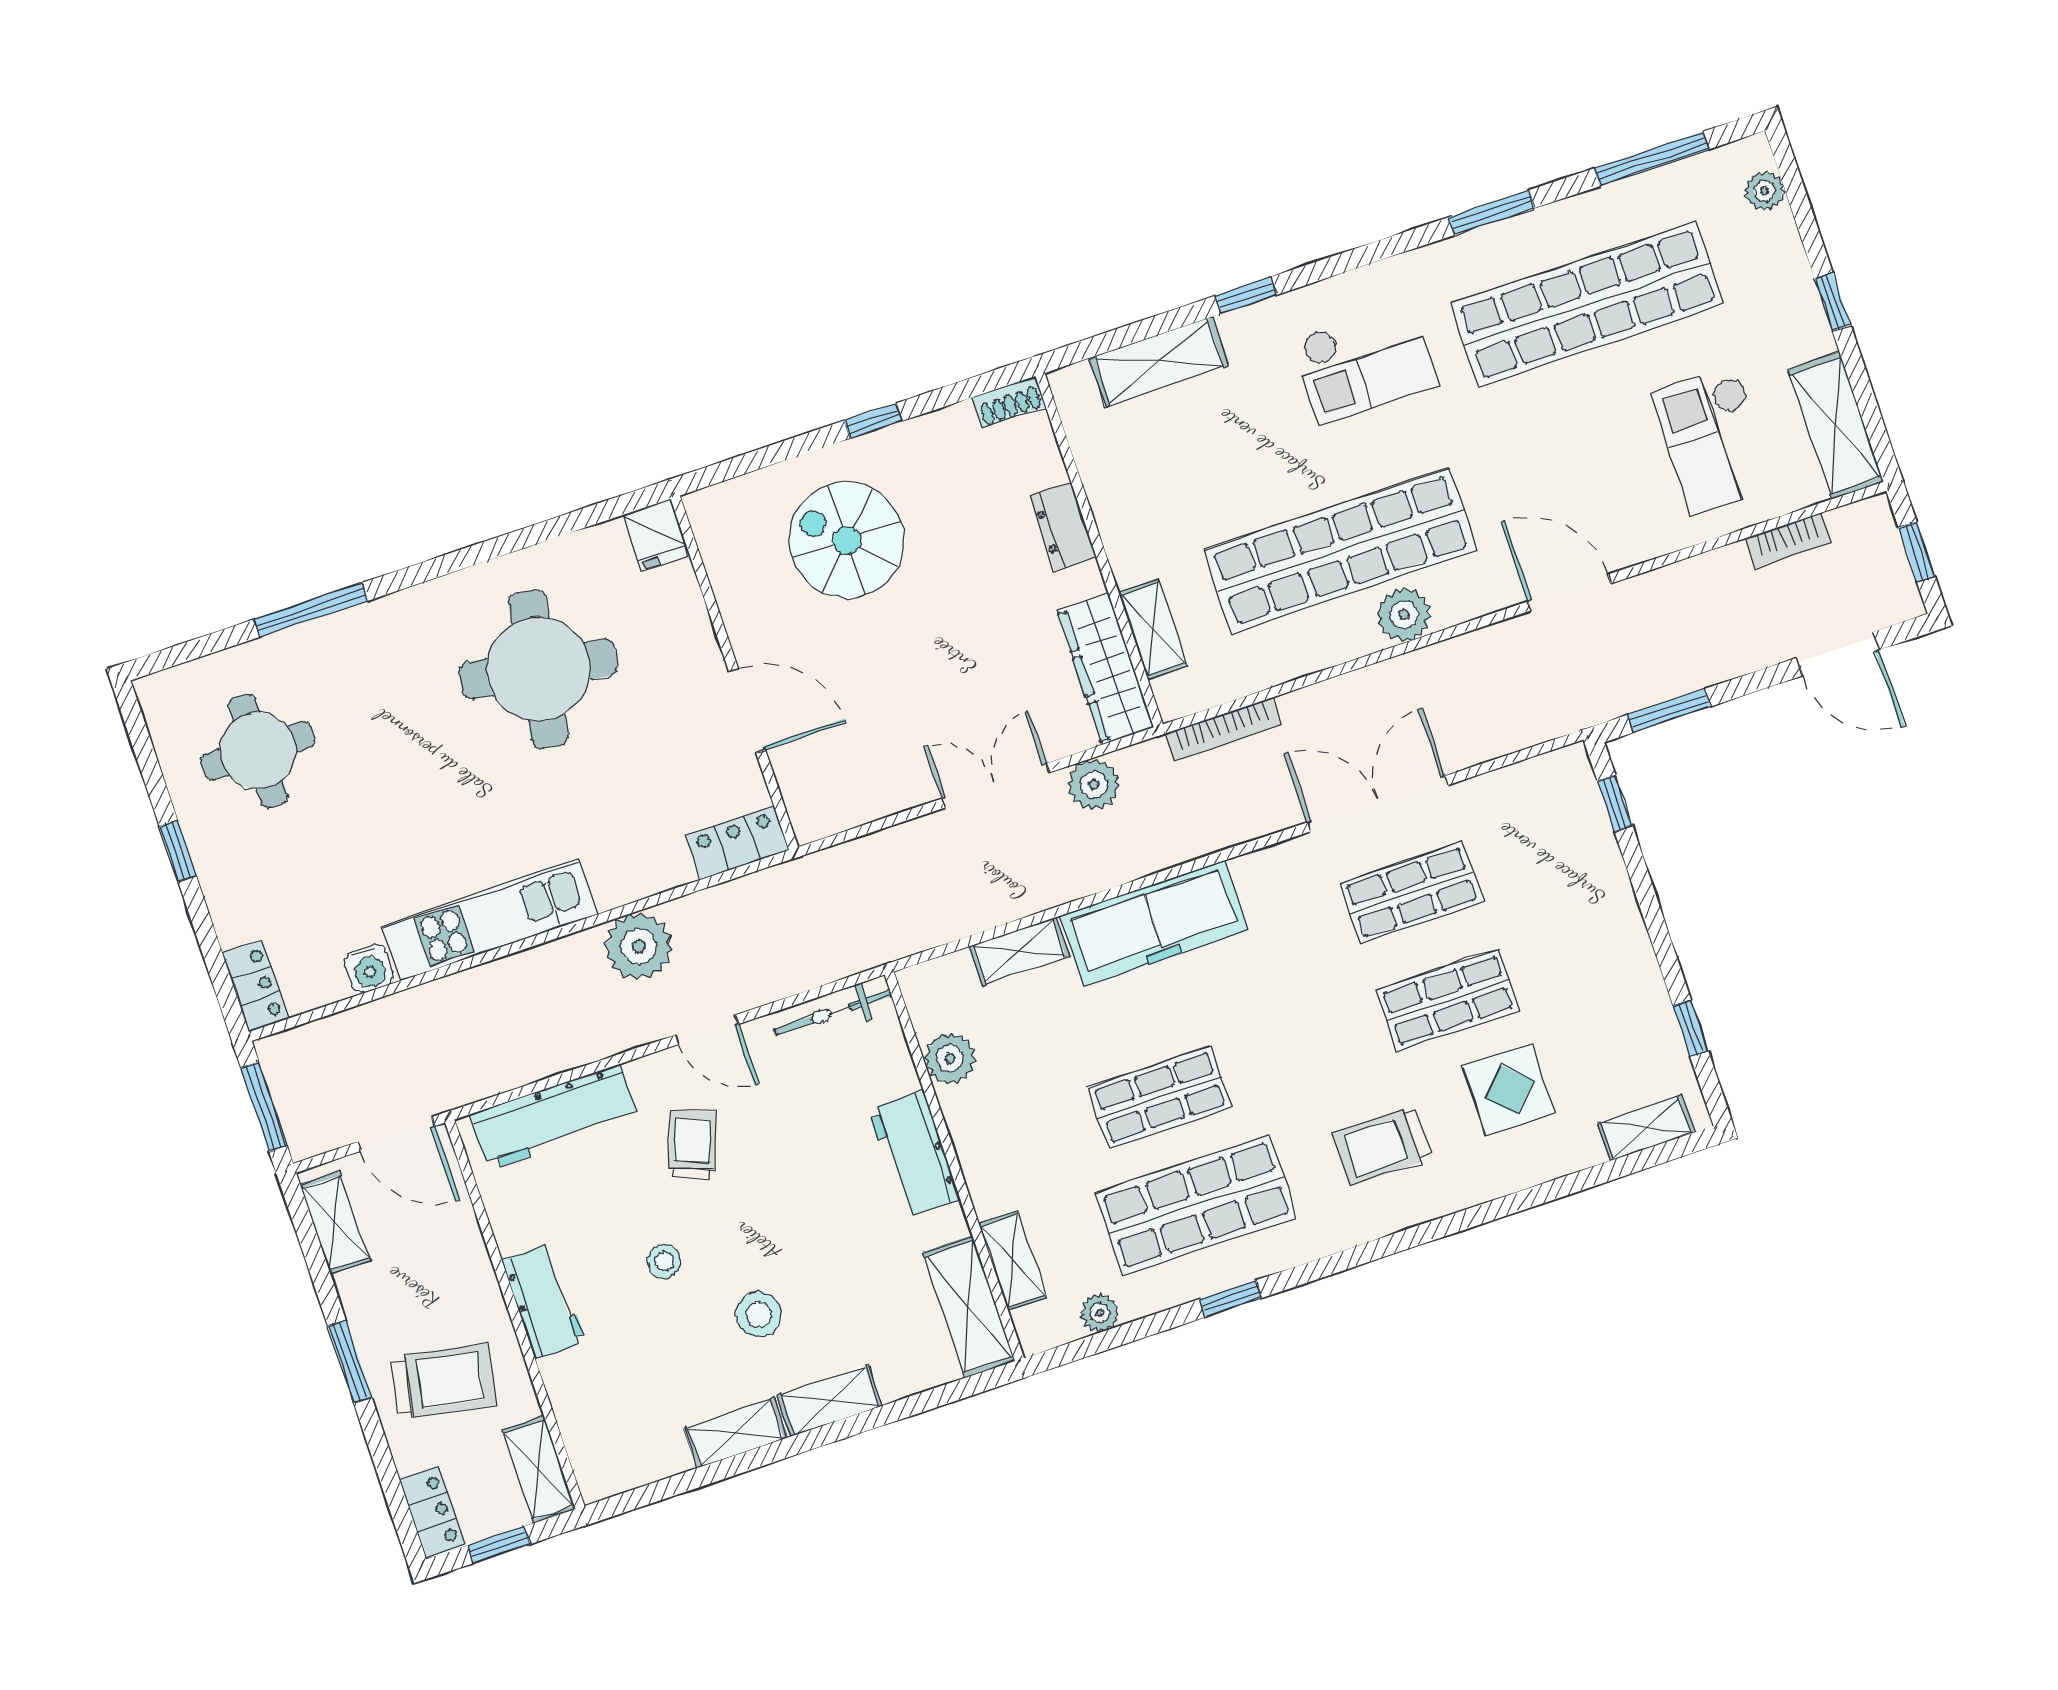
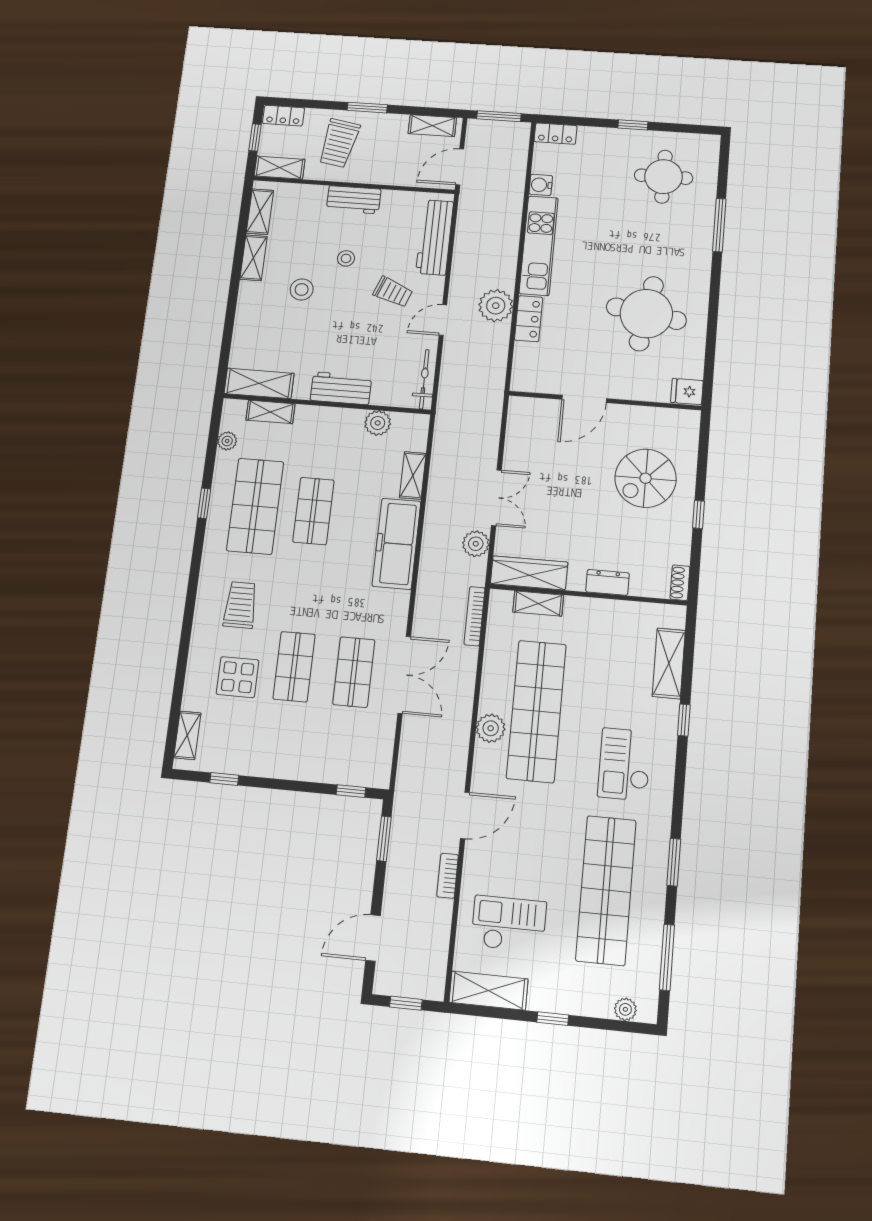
spiral stairs: (847, 540) -> (646, 478), turned 180
bookcase: (1788, 540) -> (448, 876), moved
locker: (737, 843) -> (529, 319), moved
shelving: (830, 1401) -> (260, 212), moved

